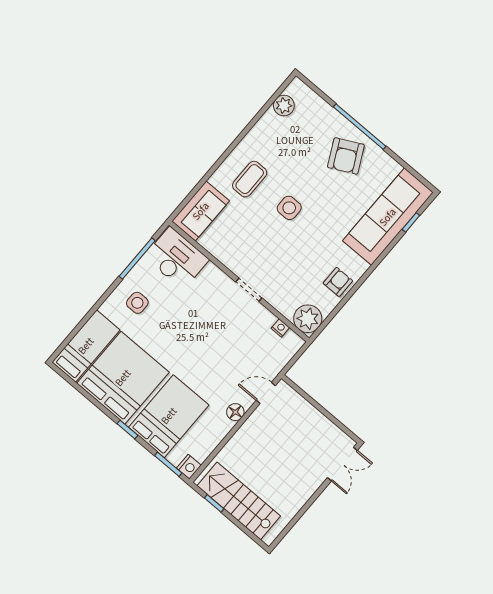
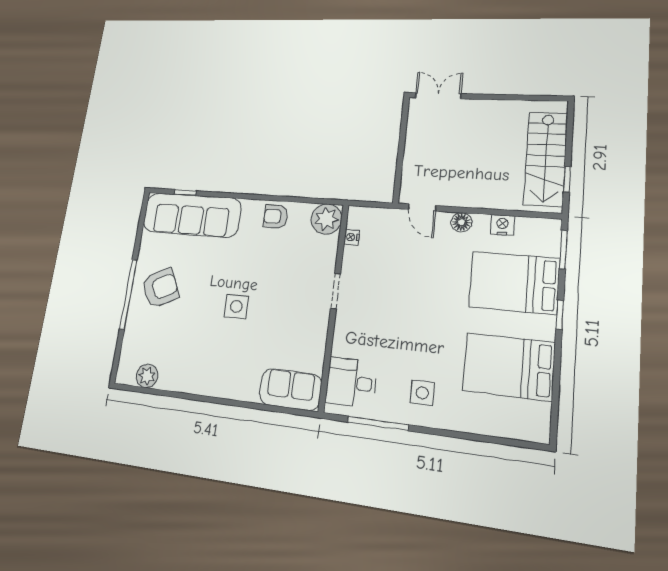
coffee table: (250, 179) -> (232, 362), removed
desk: (177, 258) -> (351, 383), width x0.73
bed: (86, 346) -> (505, 418), removed
bed: (123, 378) -> (509, 367), width x0.73
nightstand: (189, 467) -> (502, 225), moved

